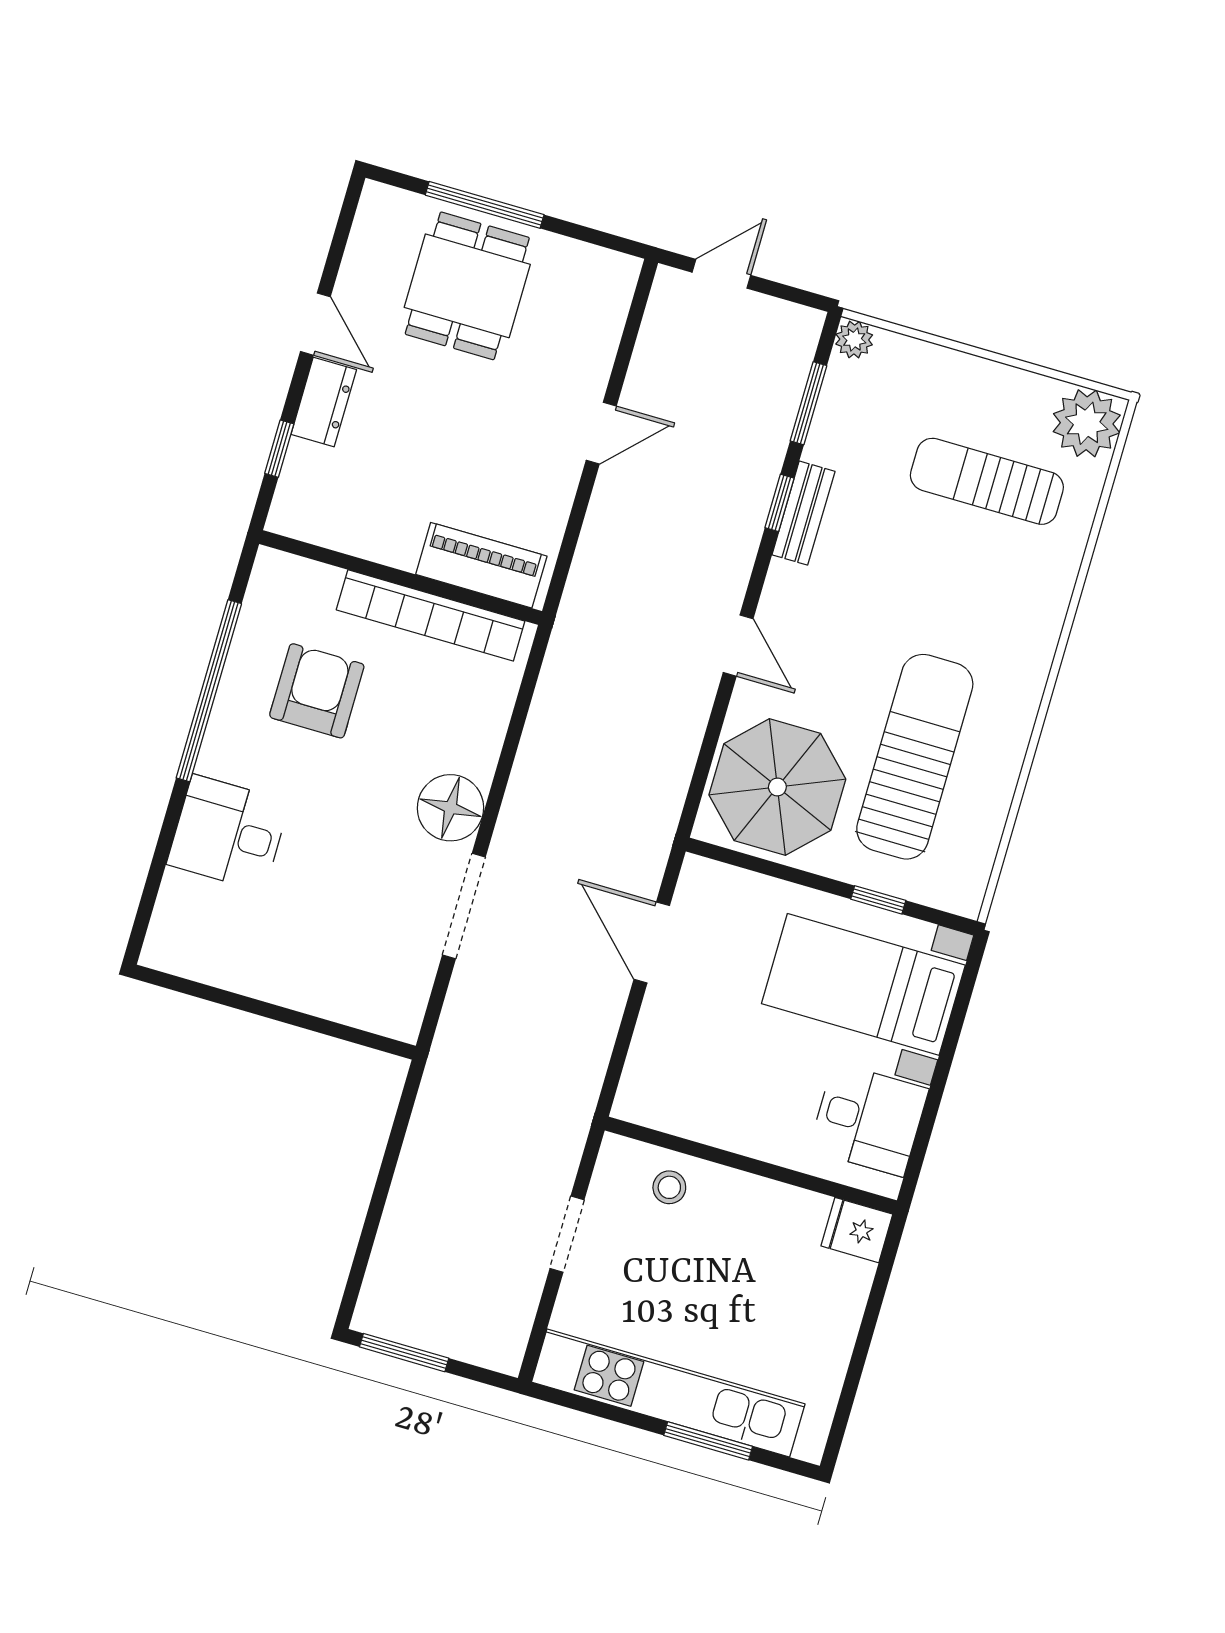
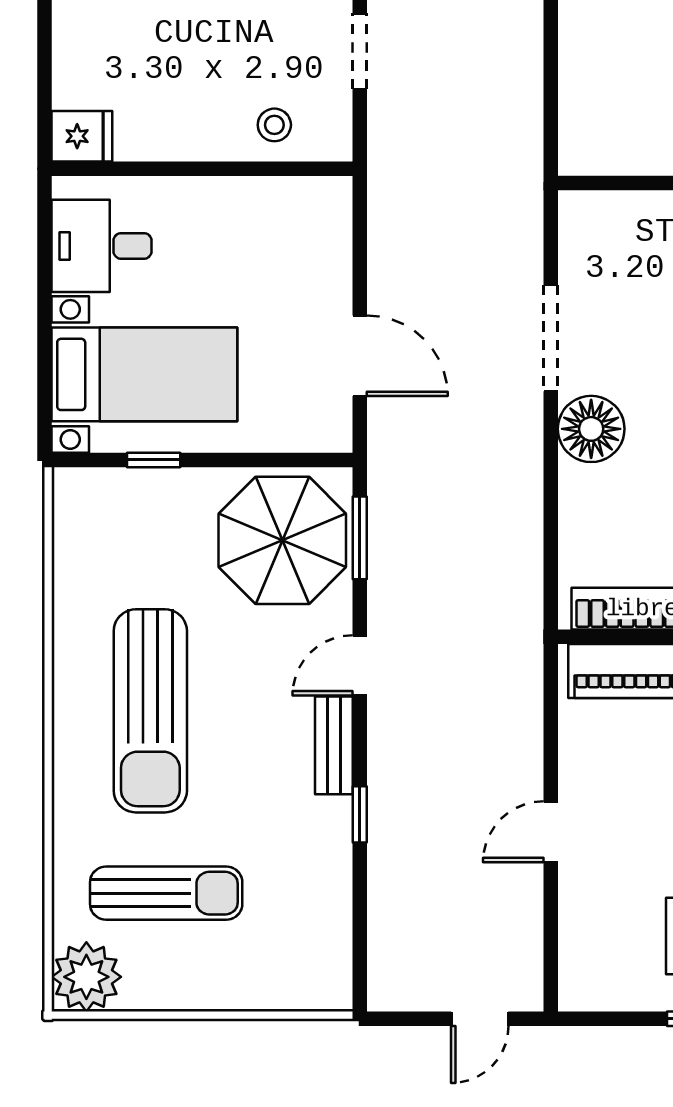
plant: (854, 340) -> (334, 992), removed
window: (808, 403) -> (360, 538), moved
bench: (803, 513) -> (334, 745), moved
door: (738, 646) -> (360, 665), hinge flipped
sun lounger: (915, 757) -> (150, 711), moved

